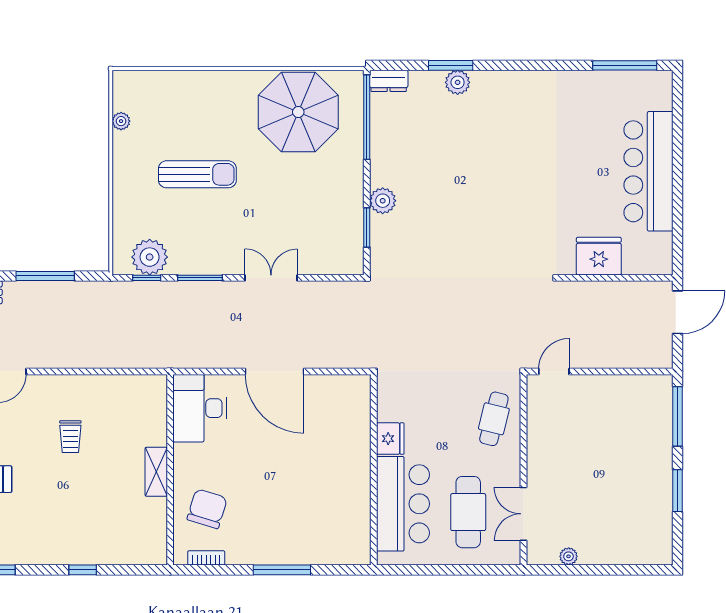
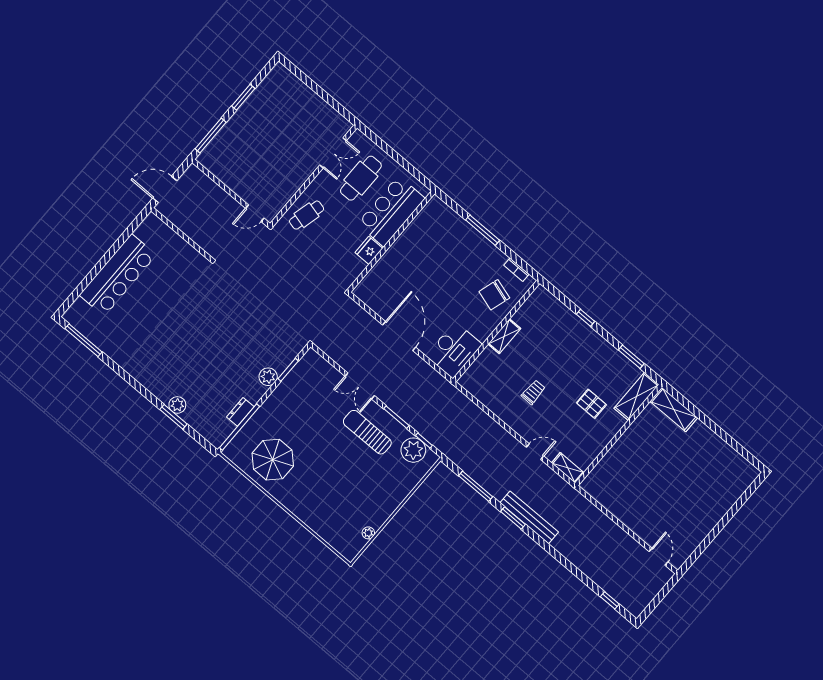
dresser: (389, 81) -> (240, 412), moved, turned -90
parasol: (298, 112) -> (273, 460), width x0.73, depth x0.73
sun lounger: (197, 174) -> (367, 432), moved
fridge: (599, 256) -> (181, 253), removed
plant: (569, 556) -> (329, 111), removed

